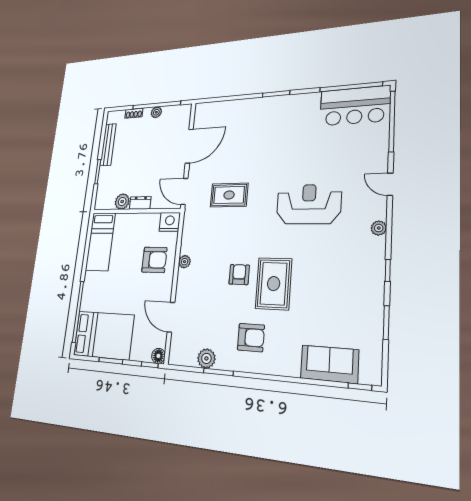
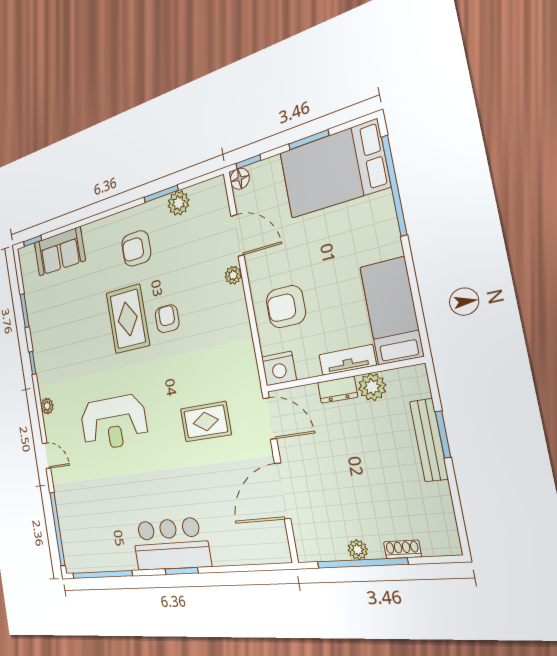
bar counter: (355, 106) -> (170, 544), moved
bench: (108, 145) -> (429, 440), moved
tv unit: (130, 219) -> (347, 360), added
plant: (185, 262) -> (233, 275), moved
armchair: (239, 275) -> (167, 319), turned 180

